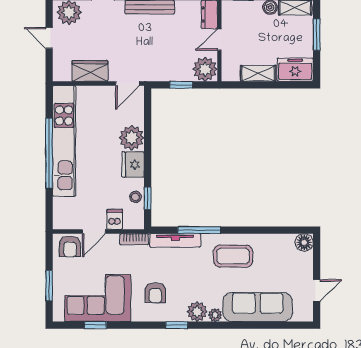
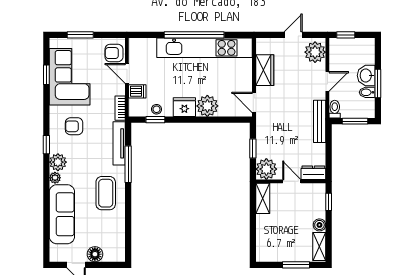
freezer: (295, 70) -> (266, 246), removed
shelving: (258, 73) -> (263, 198), moved
floor lamp: (304, 242) -> (95, 254), moved

